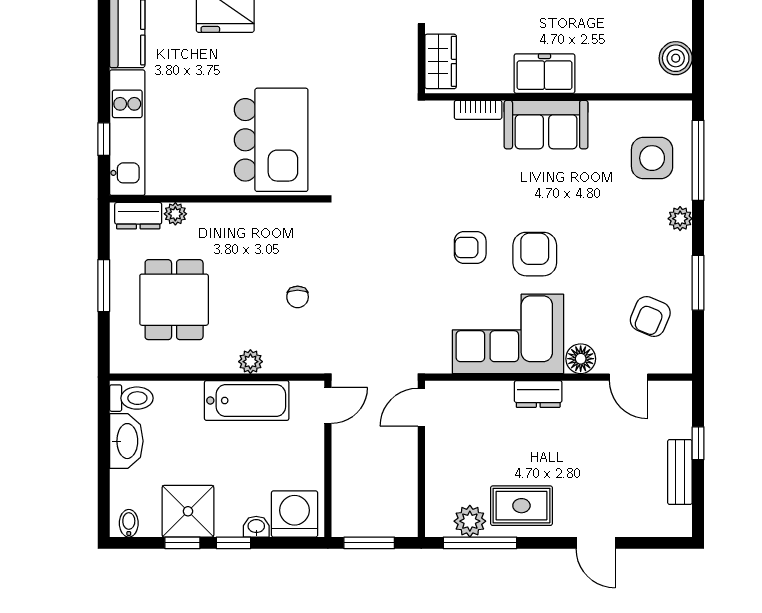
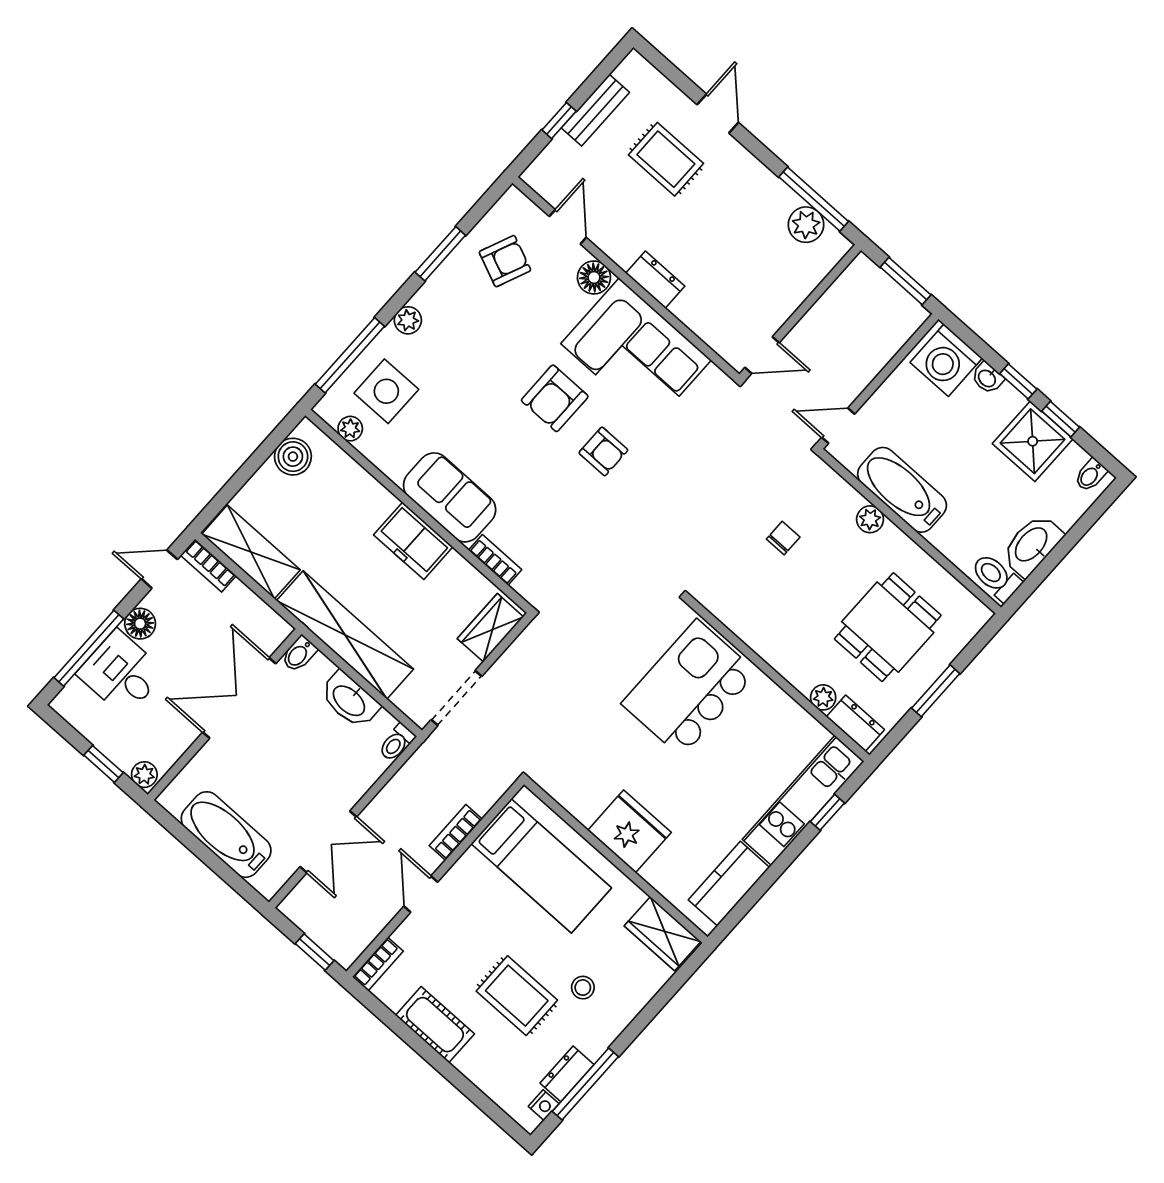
plant: (654, 111) -> (350, 429), added
rug: (521, 506) -> (666, 159), moved

